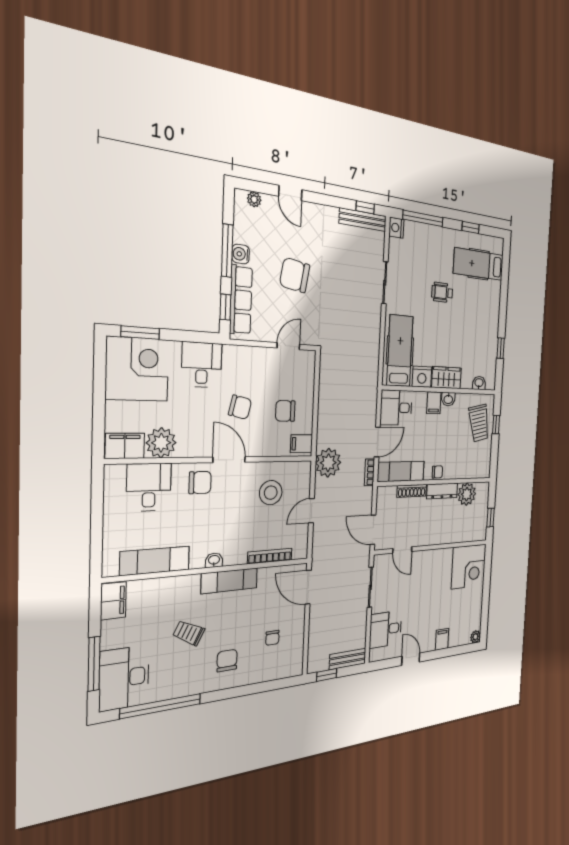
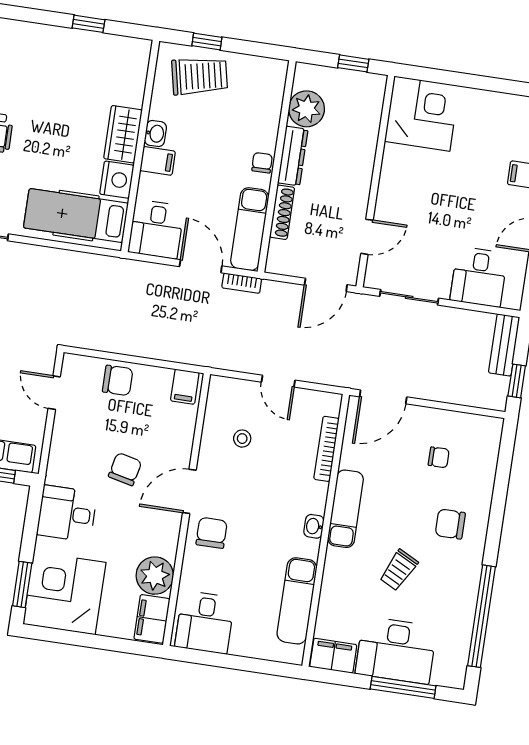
washbasin: (479, 383) -> (138, 72), removed
chair: (285, 411) -> (118, 380), moved, turned -90
plant: (328, 463) -> (217, 348), removed
desk: (149, 487) -> (205, 622), moved, turned -90
stool: (271, 493) -> (242, 439), width x0.53, depth x0.53
desk: (124, 678) -> (396, 650), moved

